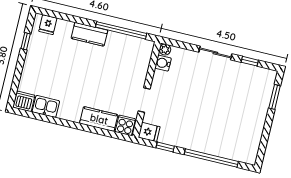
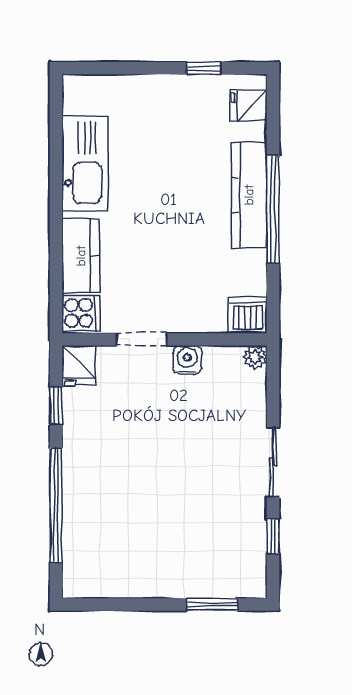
window: (121, 30) -> (273, 209), moved
kitchen counter: (89, 34) -> (249, 195), width x1.50
water cooler: (163, 63) -> (187, 360), moved
dishwasher: (24, 101) -> (248, 315), moved, turned -90
kitchen sink: (46, 106) -> (85, 164), width x1.87, depth x1.24

